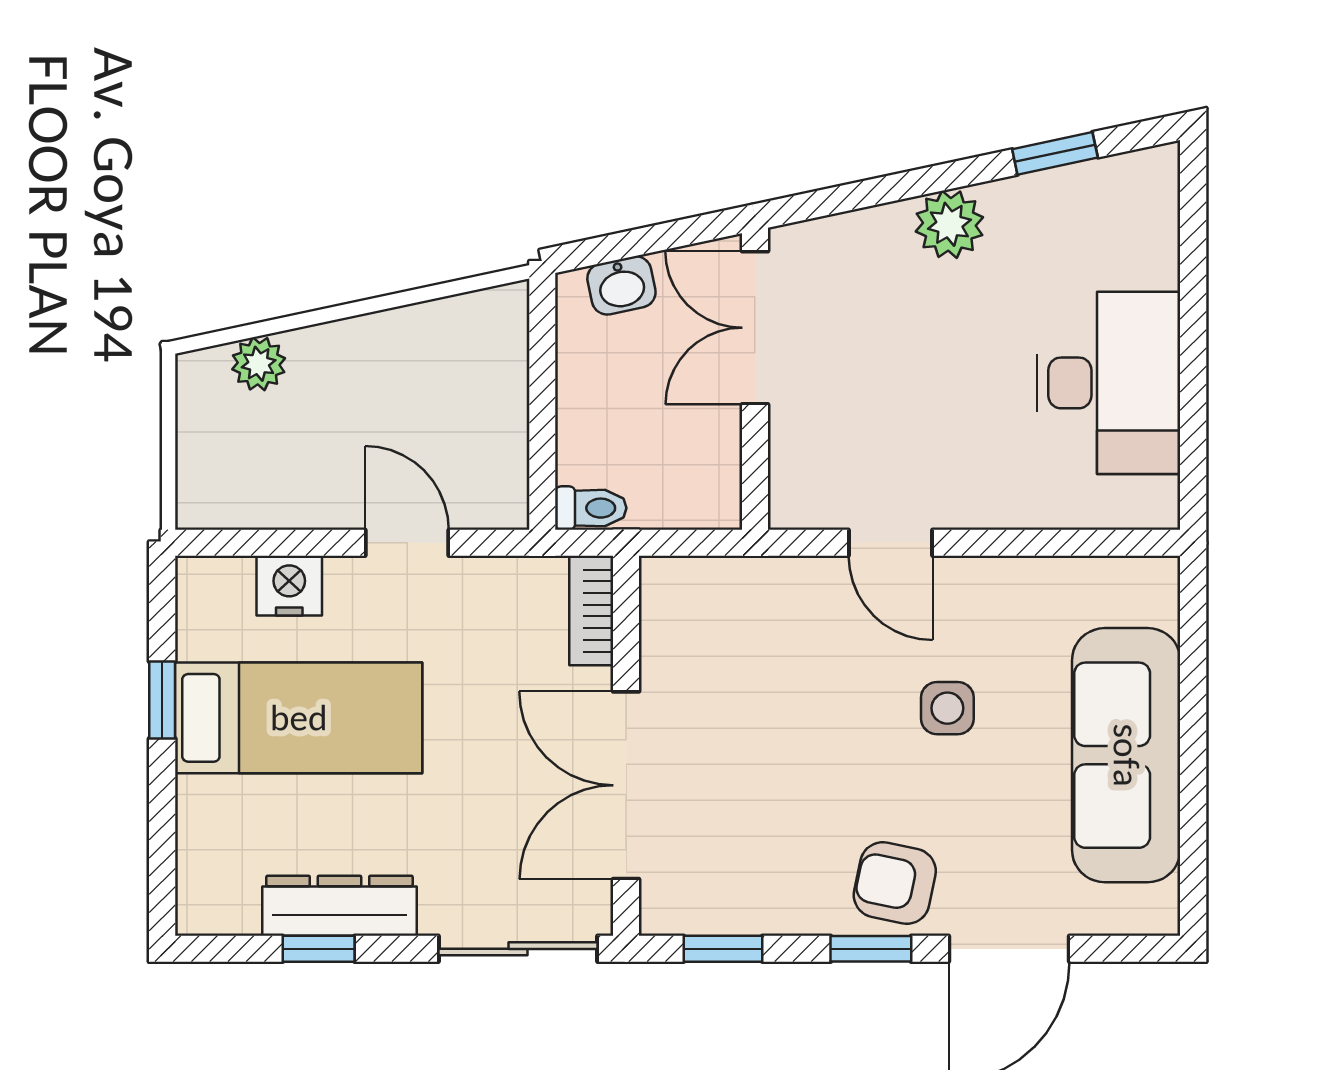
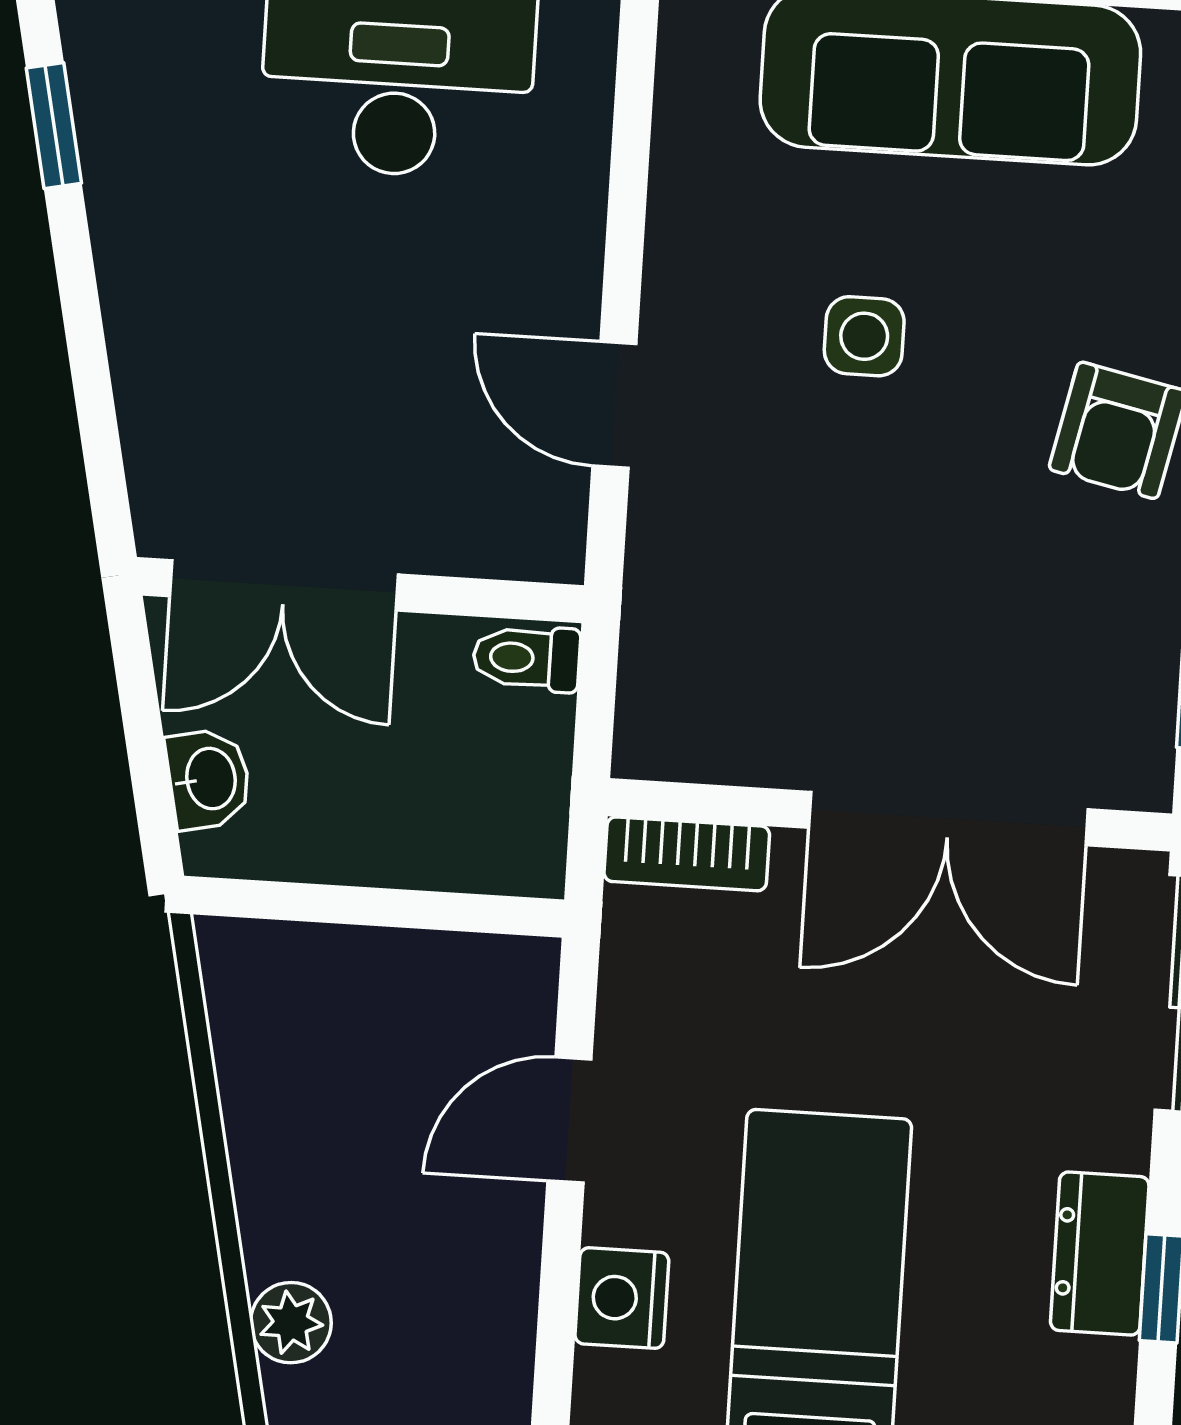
plant: (949, 224) -> (149, 288), removed
toilet: (591, 508) -> (527, 658), moved, turned -90
door: (891, 543) -> (614, 405), swing flipped
dresser: (339, 906) -> (1100, 1254), width x0.70

